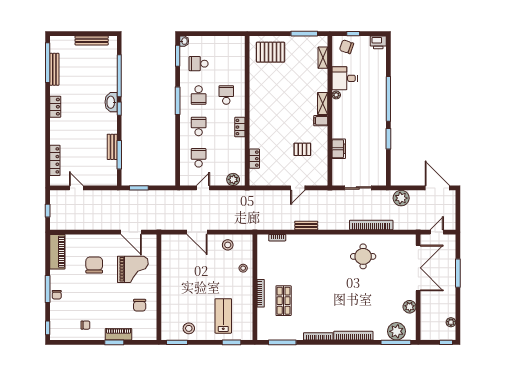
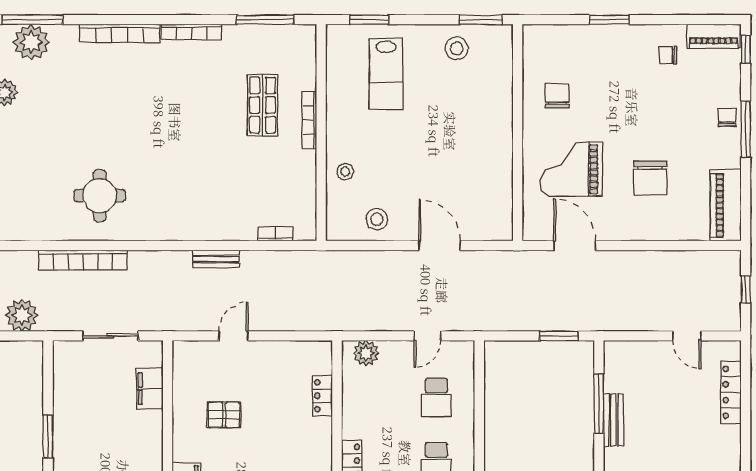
filing cabinet: (339, 149) -> (150, 389), moved
piano: (119, 334) -> (713, 36), moved

